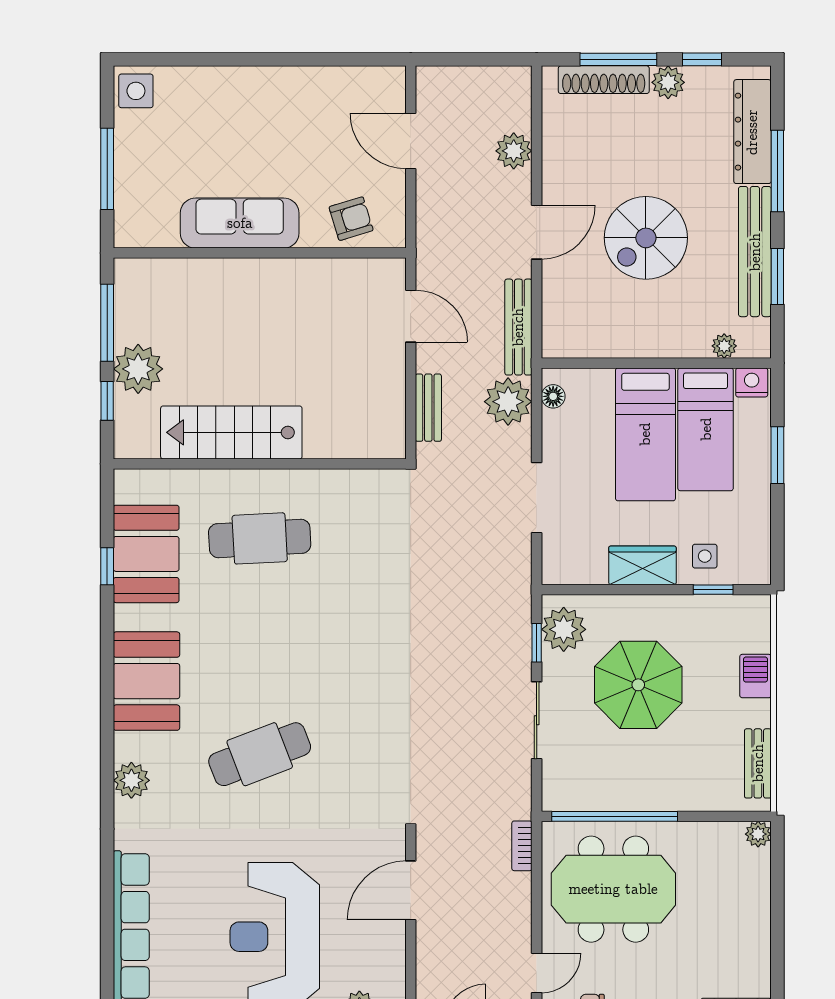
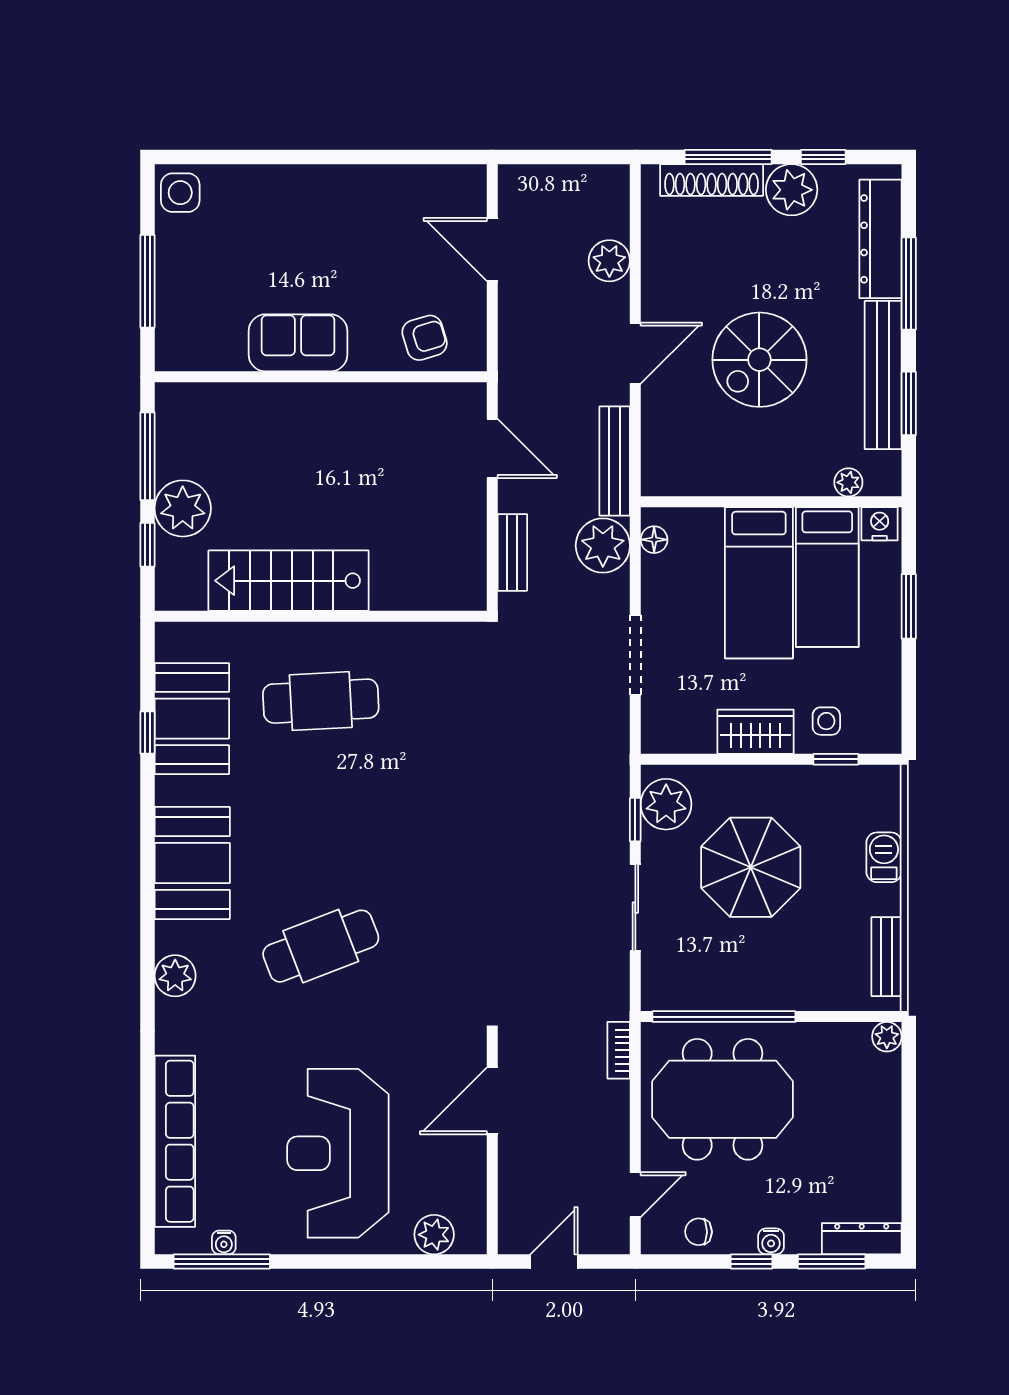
plant: (668, 82) -> (792, 190), width x1.36, depth x1.36
sofa: (240, 223) -> (298, 343), width x0.73

